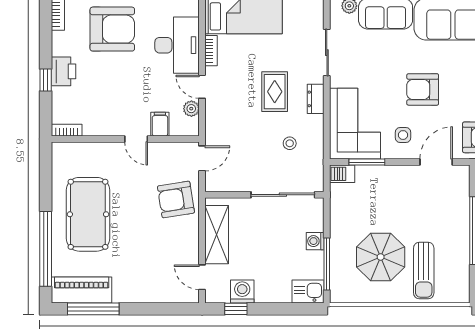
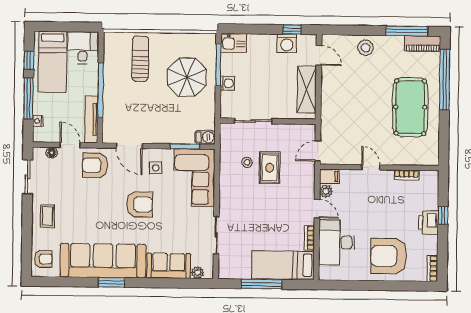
rug: (275, 92) -> (270, 168), moved
dresser: (316, 99) -> (226, 198), removed
filing cabinet: (160, 124) -> (329, 176), moved, turned -90
bookcase: (67, 130) -> (407, 175), moved
door: (436, 162) -> (129, 146), hinge flipped
sliding door: (283, 195) -> (253, 121), width x0.73
armchair: (176, 199) -> (339, 118), removed
parasol: (381, 257) -> (187, 77), moved
stool: (144, 287) -> (366, 48), added
piano: (82, 290) -> (423, 44), width x0.73, depth x0.75

